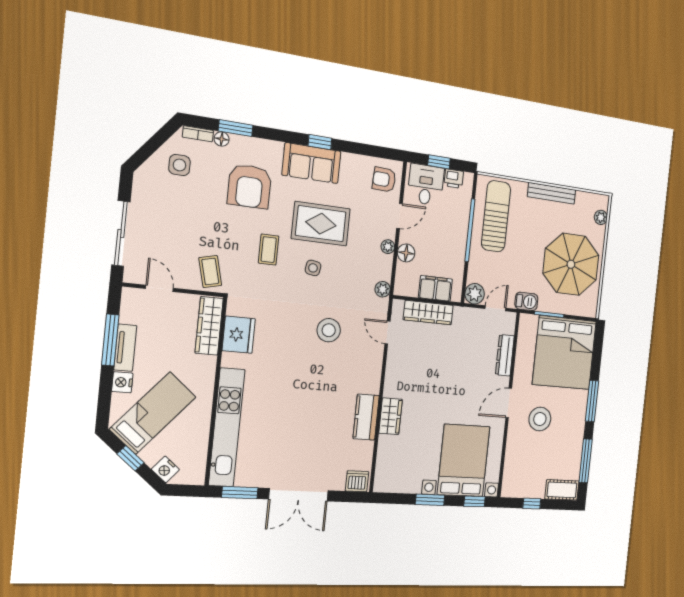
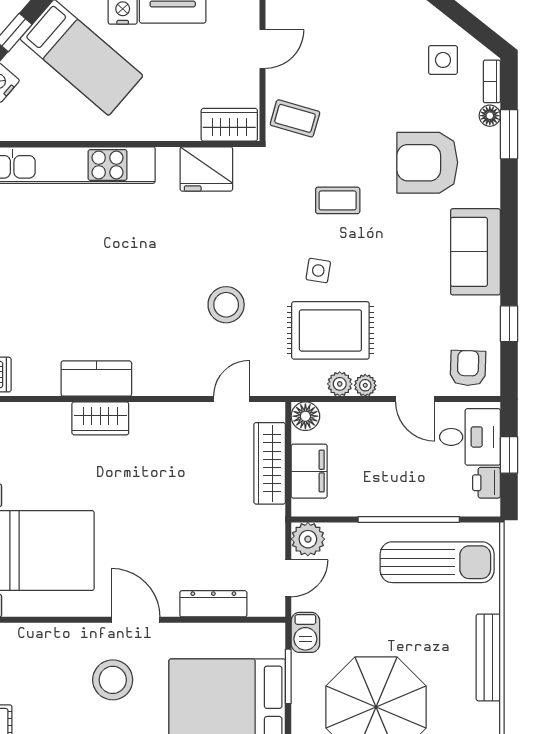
window: (320, 142) -> (509, 324), moved
rug: (321, 224) -> (330, 330), moved, turned 90
floor lamp: (406, 253) -> (305, 416), moved
coffee table: (210, 272) -> (295, 118), turned 30
plant: (383, 289) -> (340, 384), moved
door: (495, 308) -> (288, 578), hinge flipped
wardrobe: (209, 326) -> (229, 125), width x0.67

